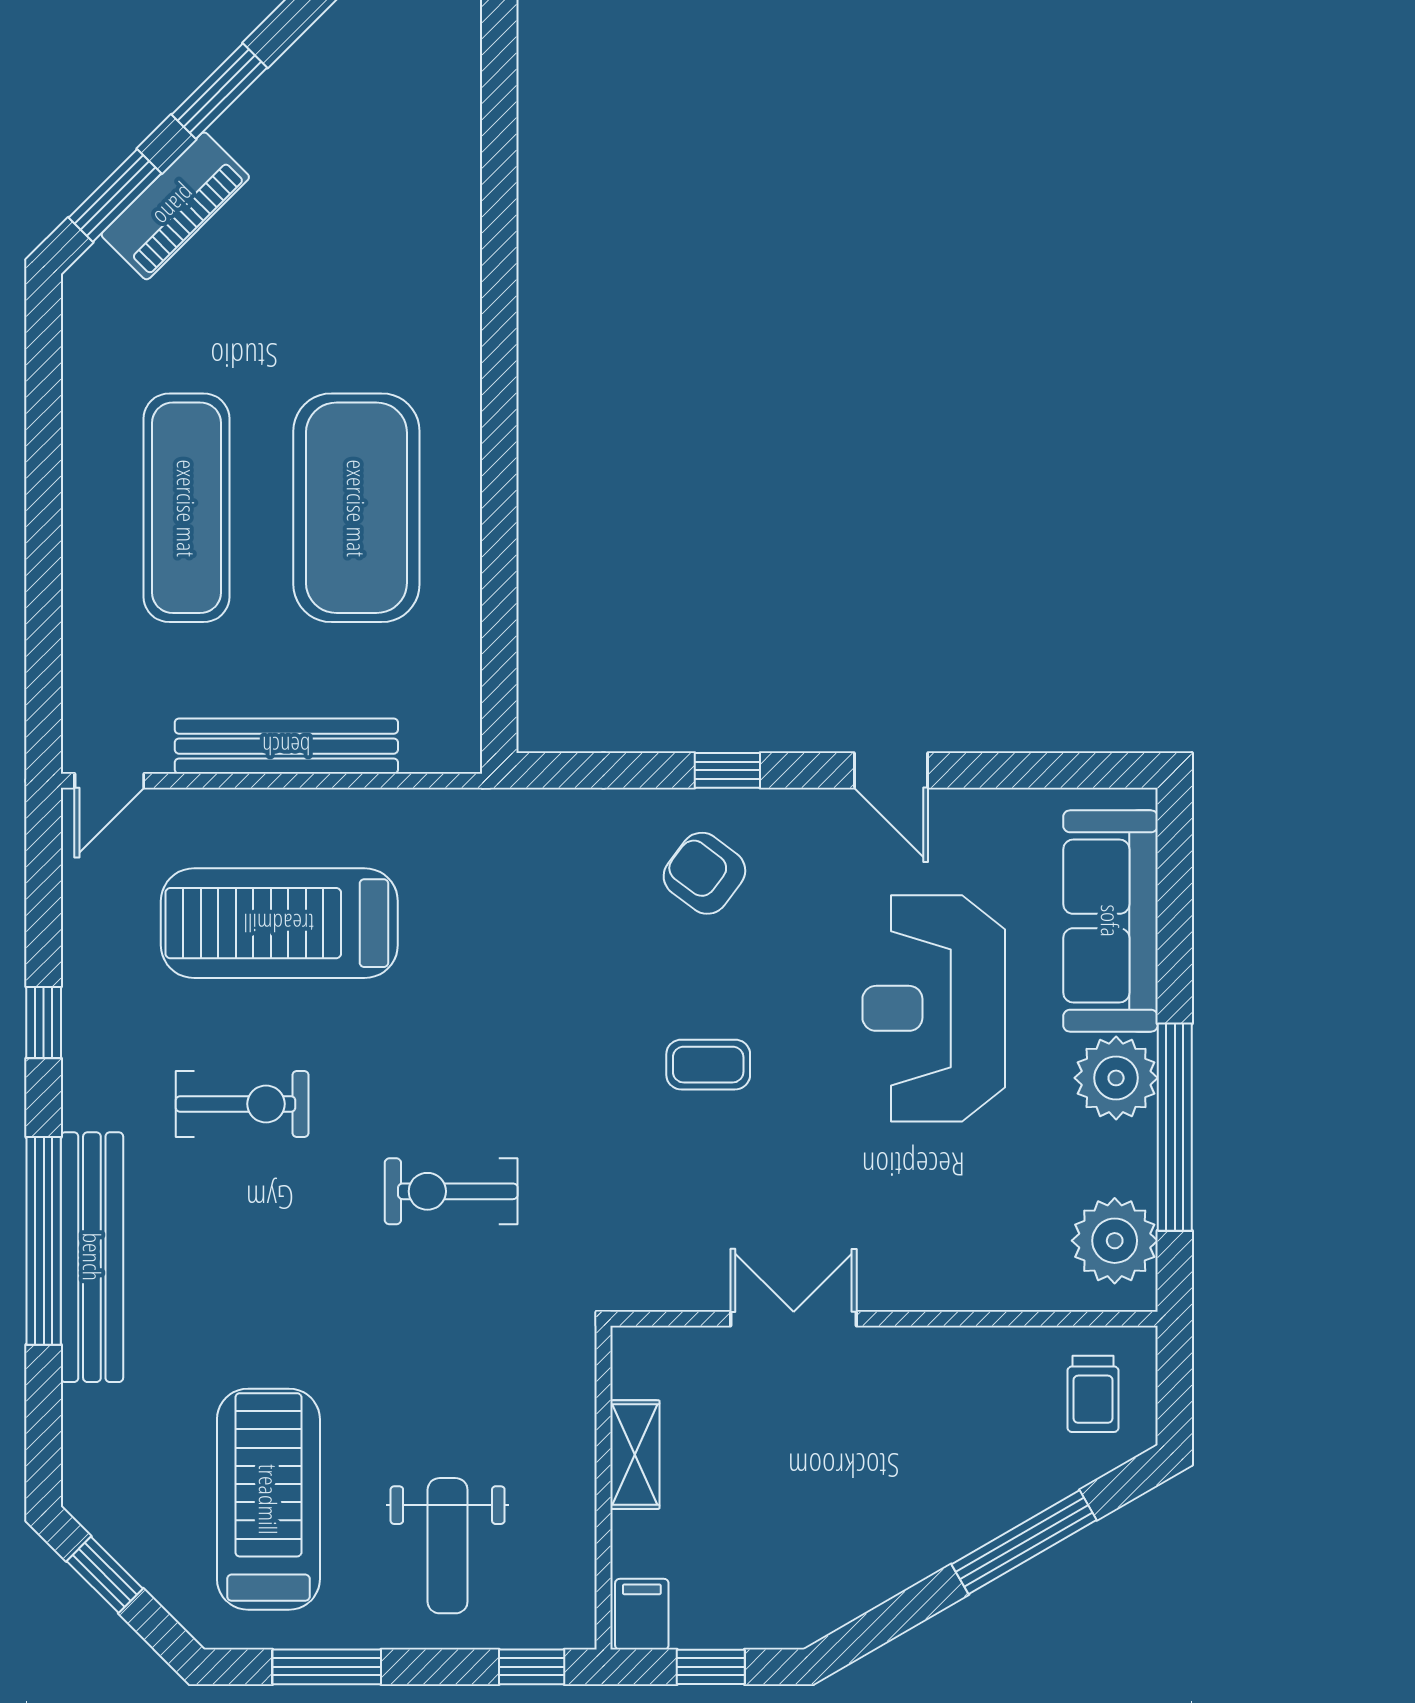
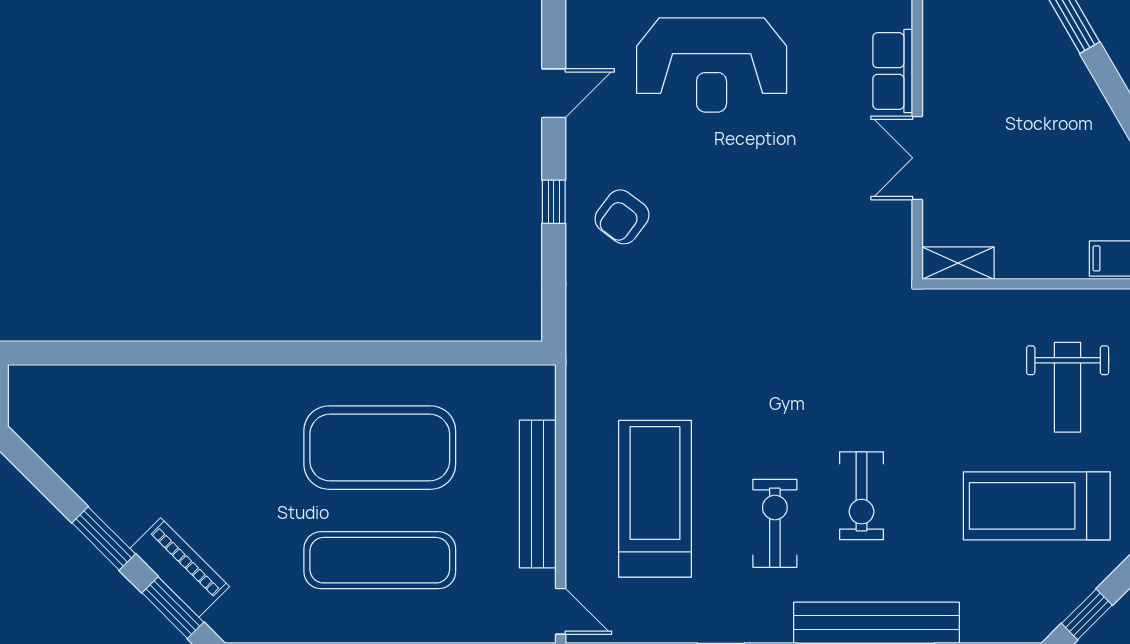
treadmill: (279, 923) -> (655, 499), turned 180
coffee table: (708, 1065) -> (749, 214), removed
exercise bike: (451, 1191) -> (862, 496), moved
row of seats: (925, 1282) -> (893, 71), added
shelving: (635, 1455) -> (958, 263), moved
weight bench: (448, 1546) -> (1068, 387), turned 90

